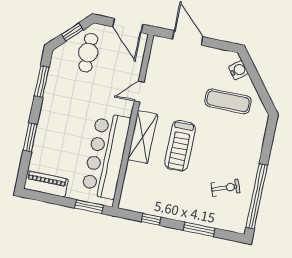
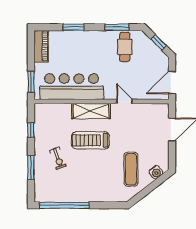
cafe table: (88, 53) -> (125, 47), moved, turned 90
exercise bike: (225, 188) -> (58, 158), moved

